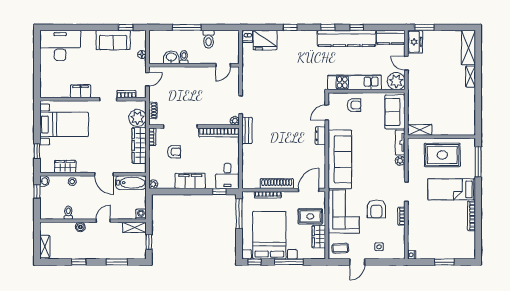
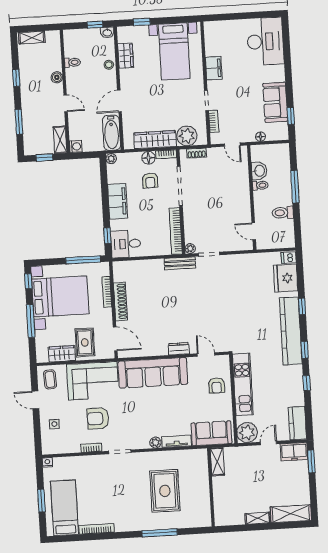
kitchen counter: (347, 38) -> (291, 331), moved
shelving: (420, 130) -> (217, 462), moved
wall: (441, 137) -> (211, 487), moved
floor lamp: (154, 152) -> (149, 158), added
bed: (452, 189) -> (64, 508), moved

